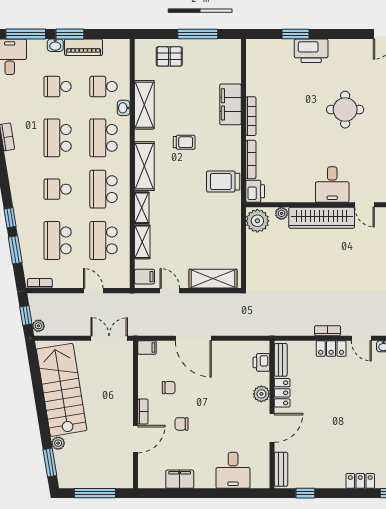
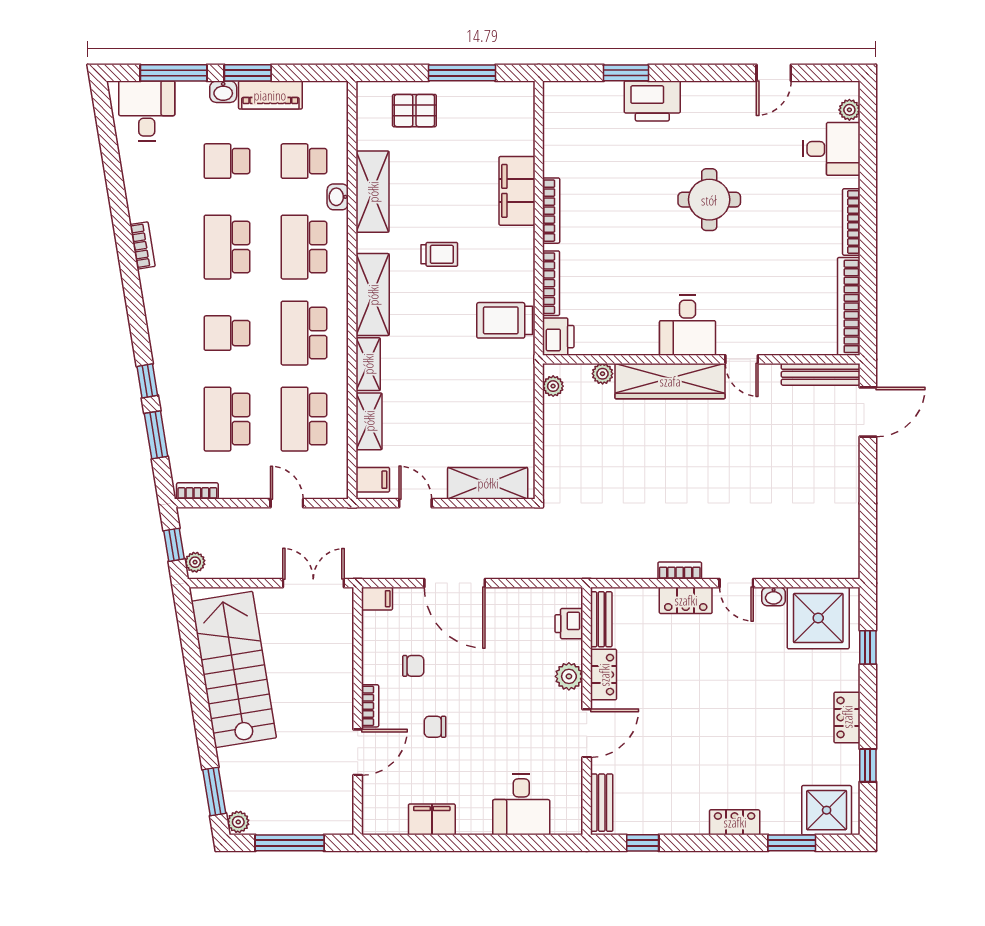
plant: (257, 221) -> (553, 386), width x0.53, depth x0.53
plant: (58, 443) -> (238, 822), moved

